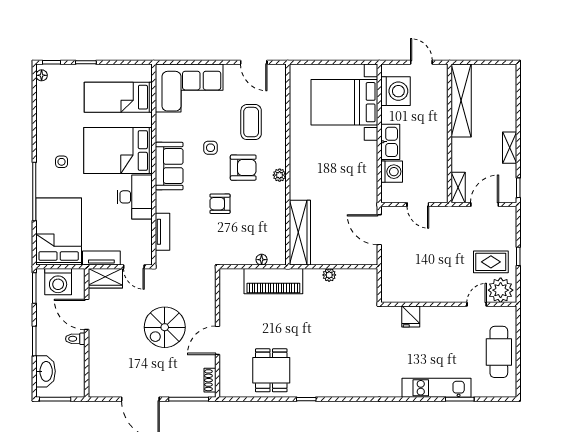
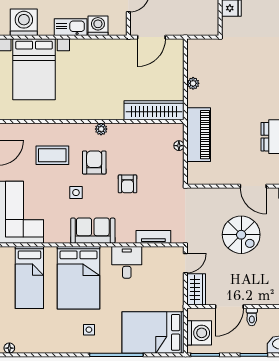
desk: (135, 197) -> (127, 262), width x0.73
tv unit: (101, 258) -> (177, 293), removed

